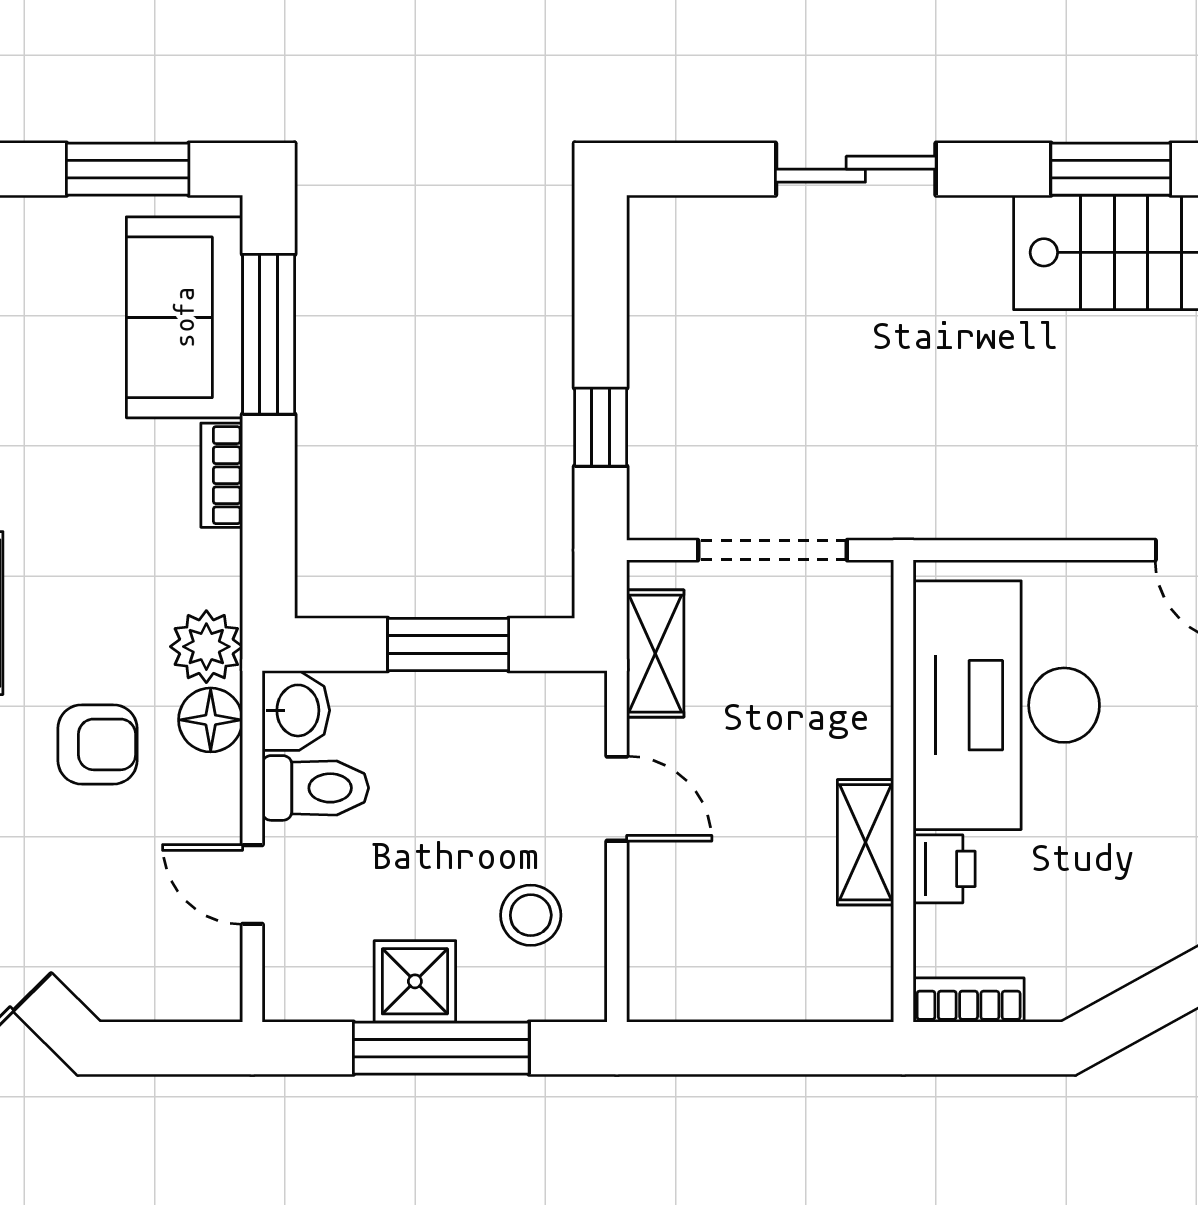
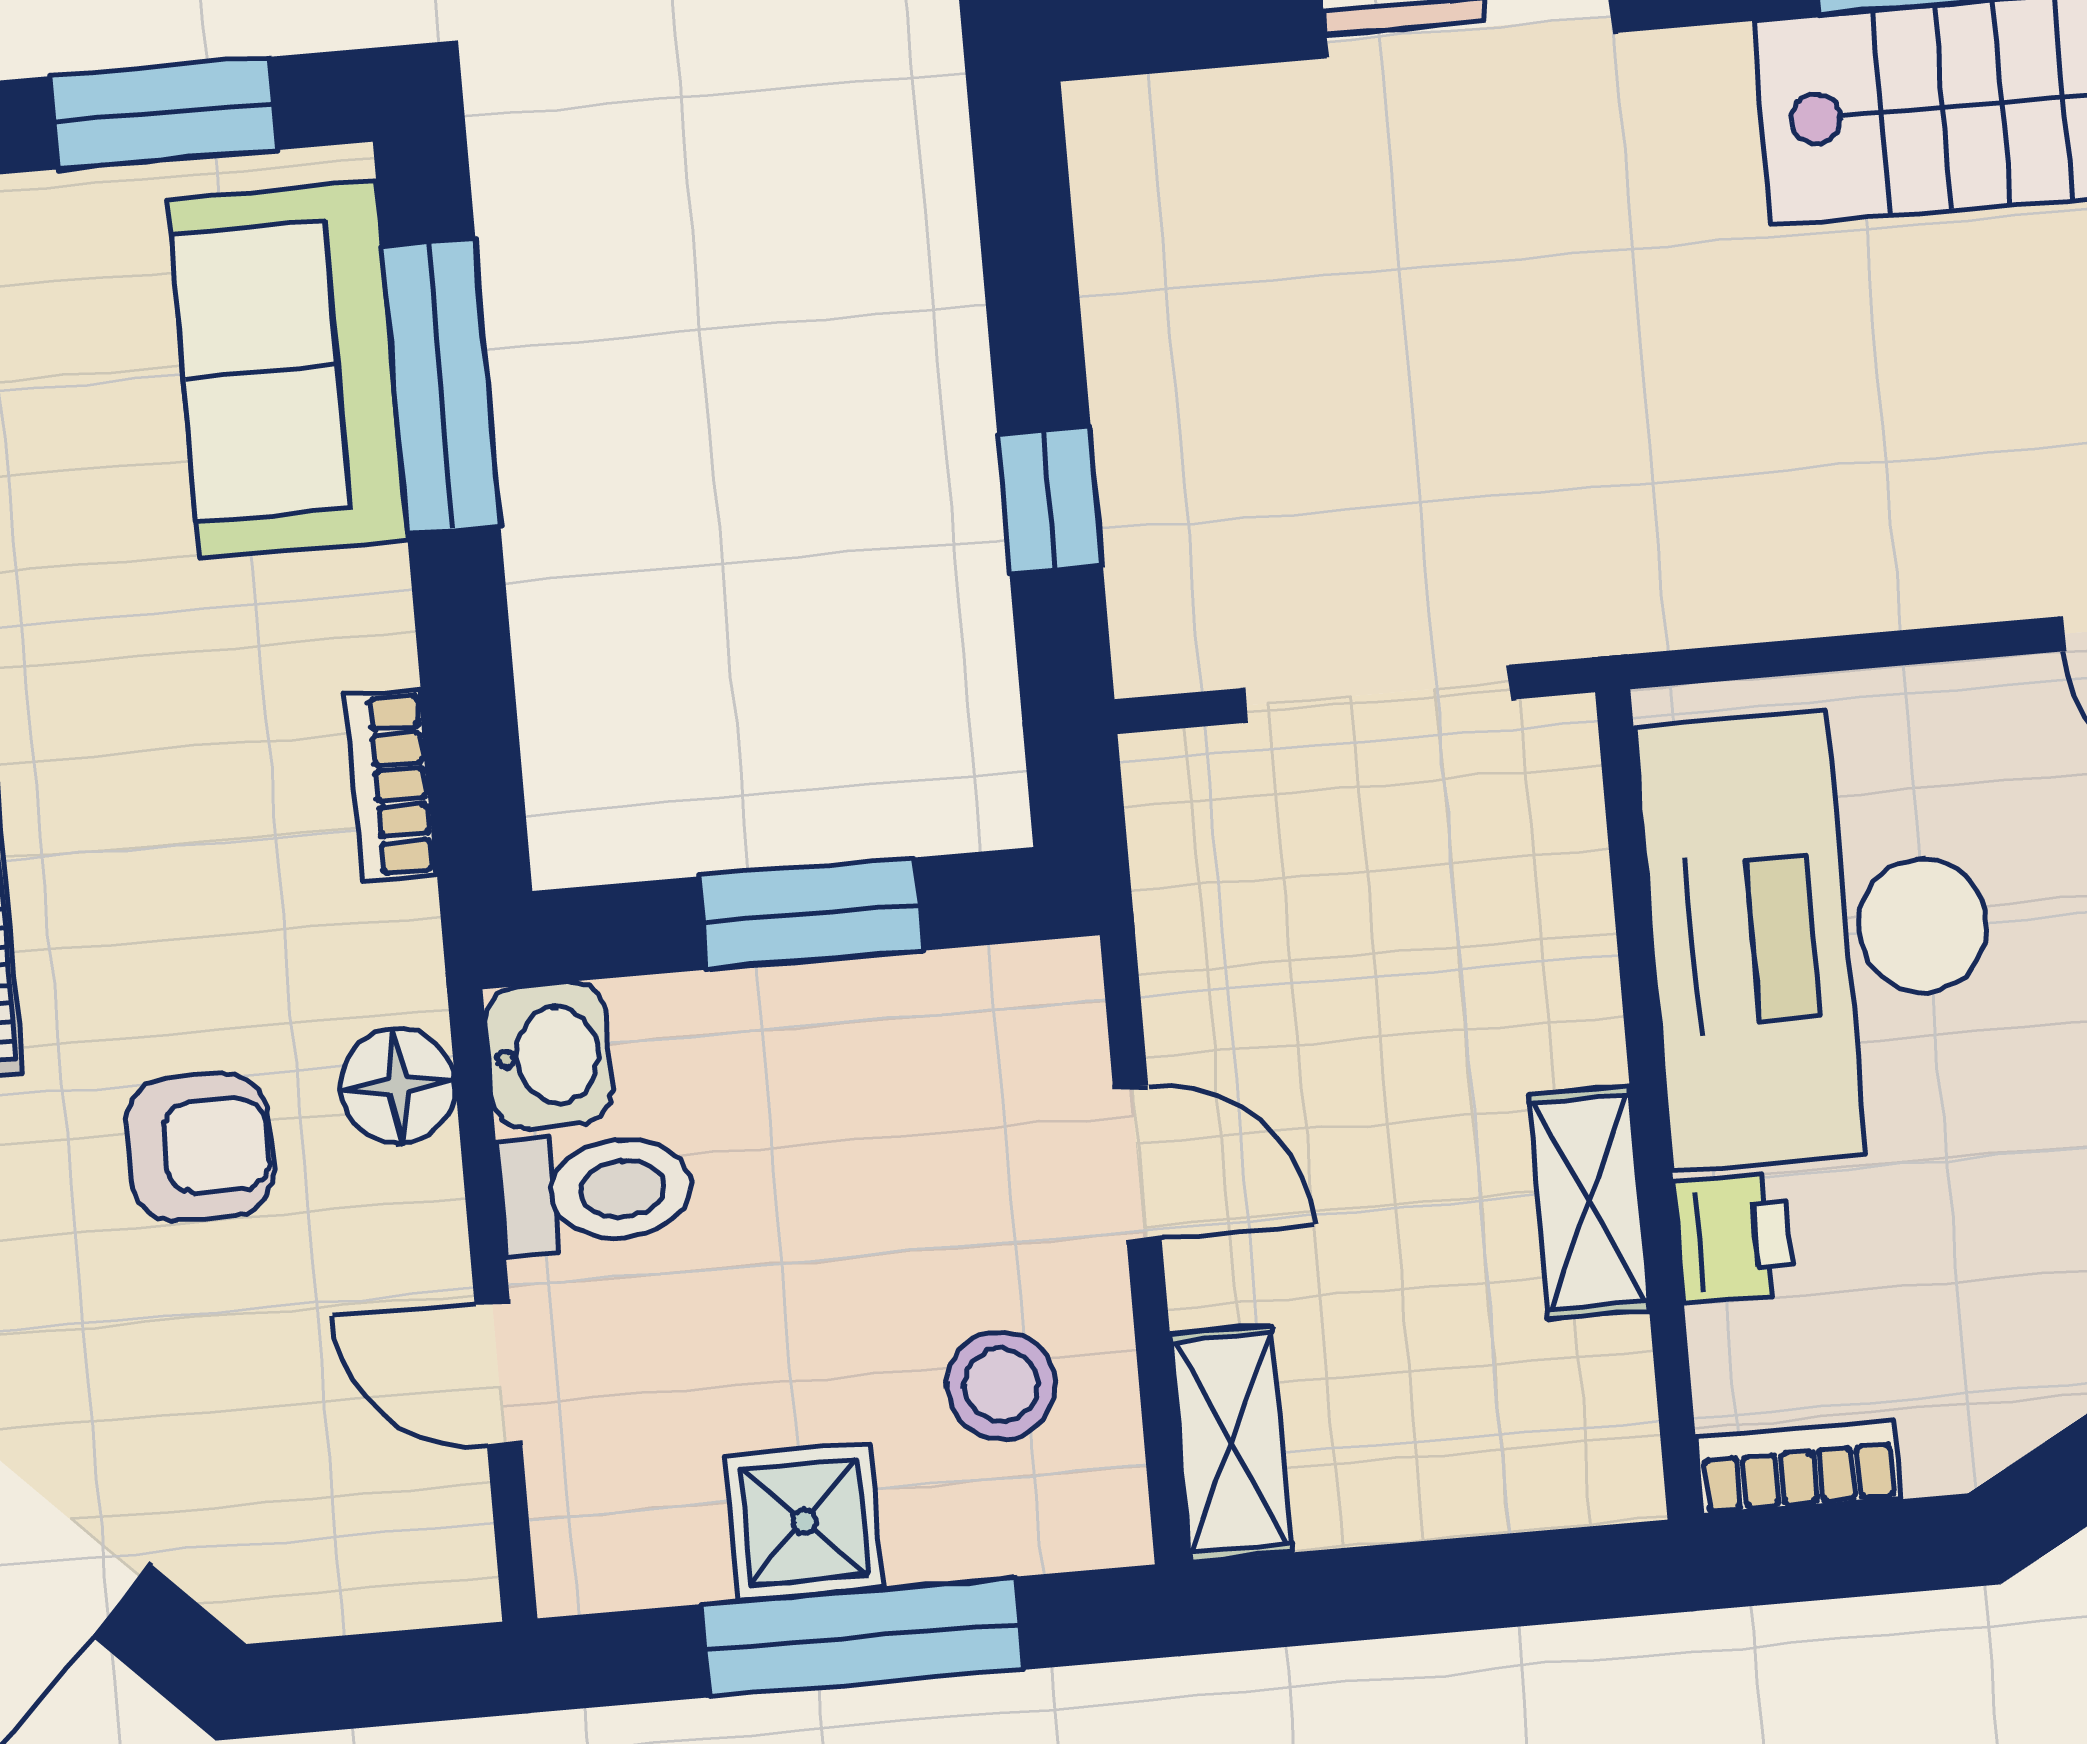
bookcase: (222, 475) -> (392, 785), moved
plant: (206, 647) -> (379, 955), removed
shelving: (655, 654) -> (1231, 1443), moved

